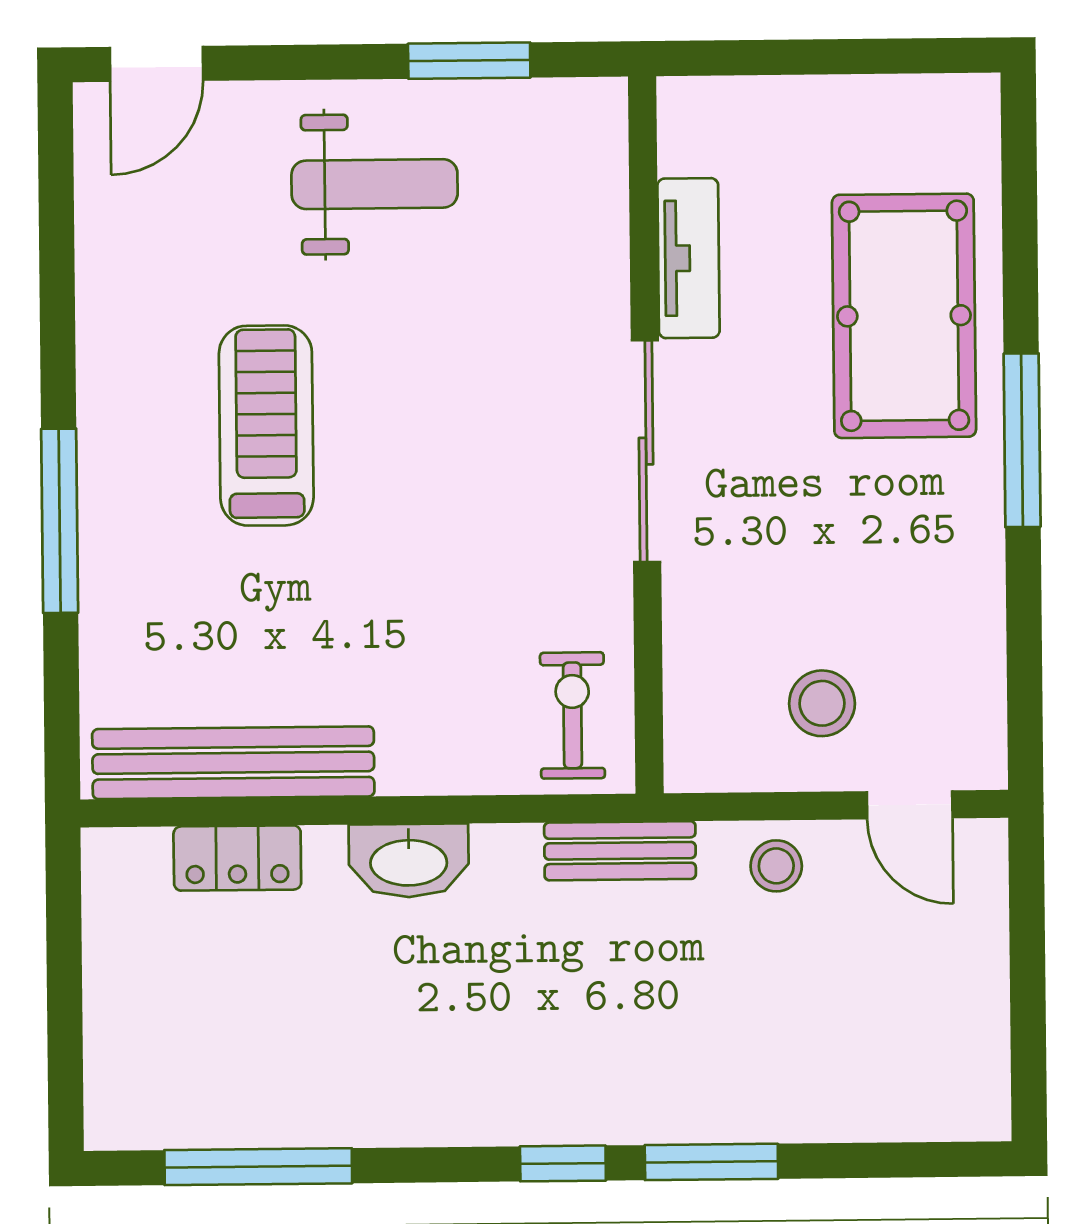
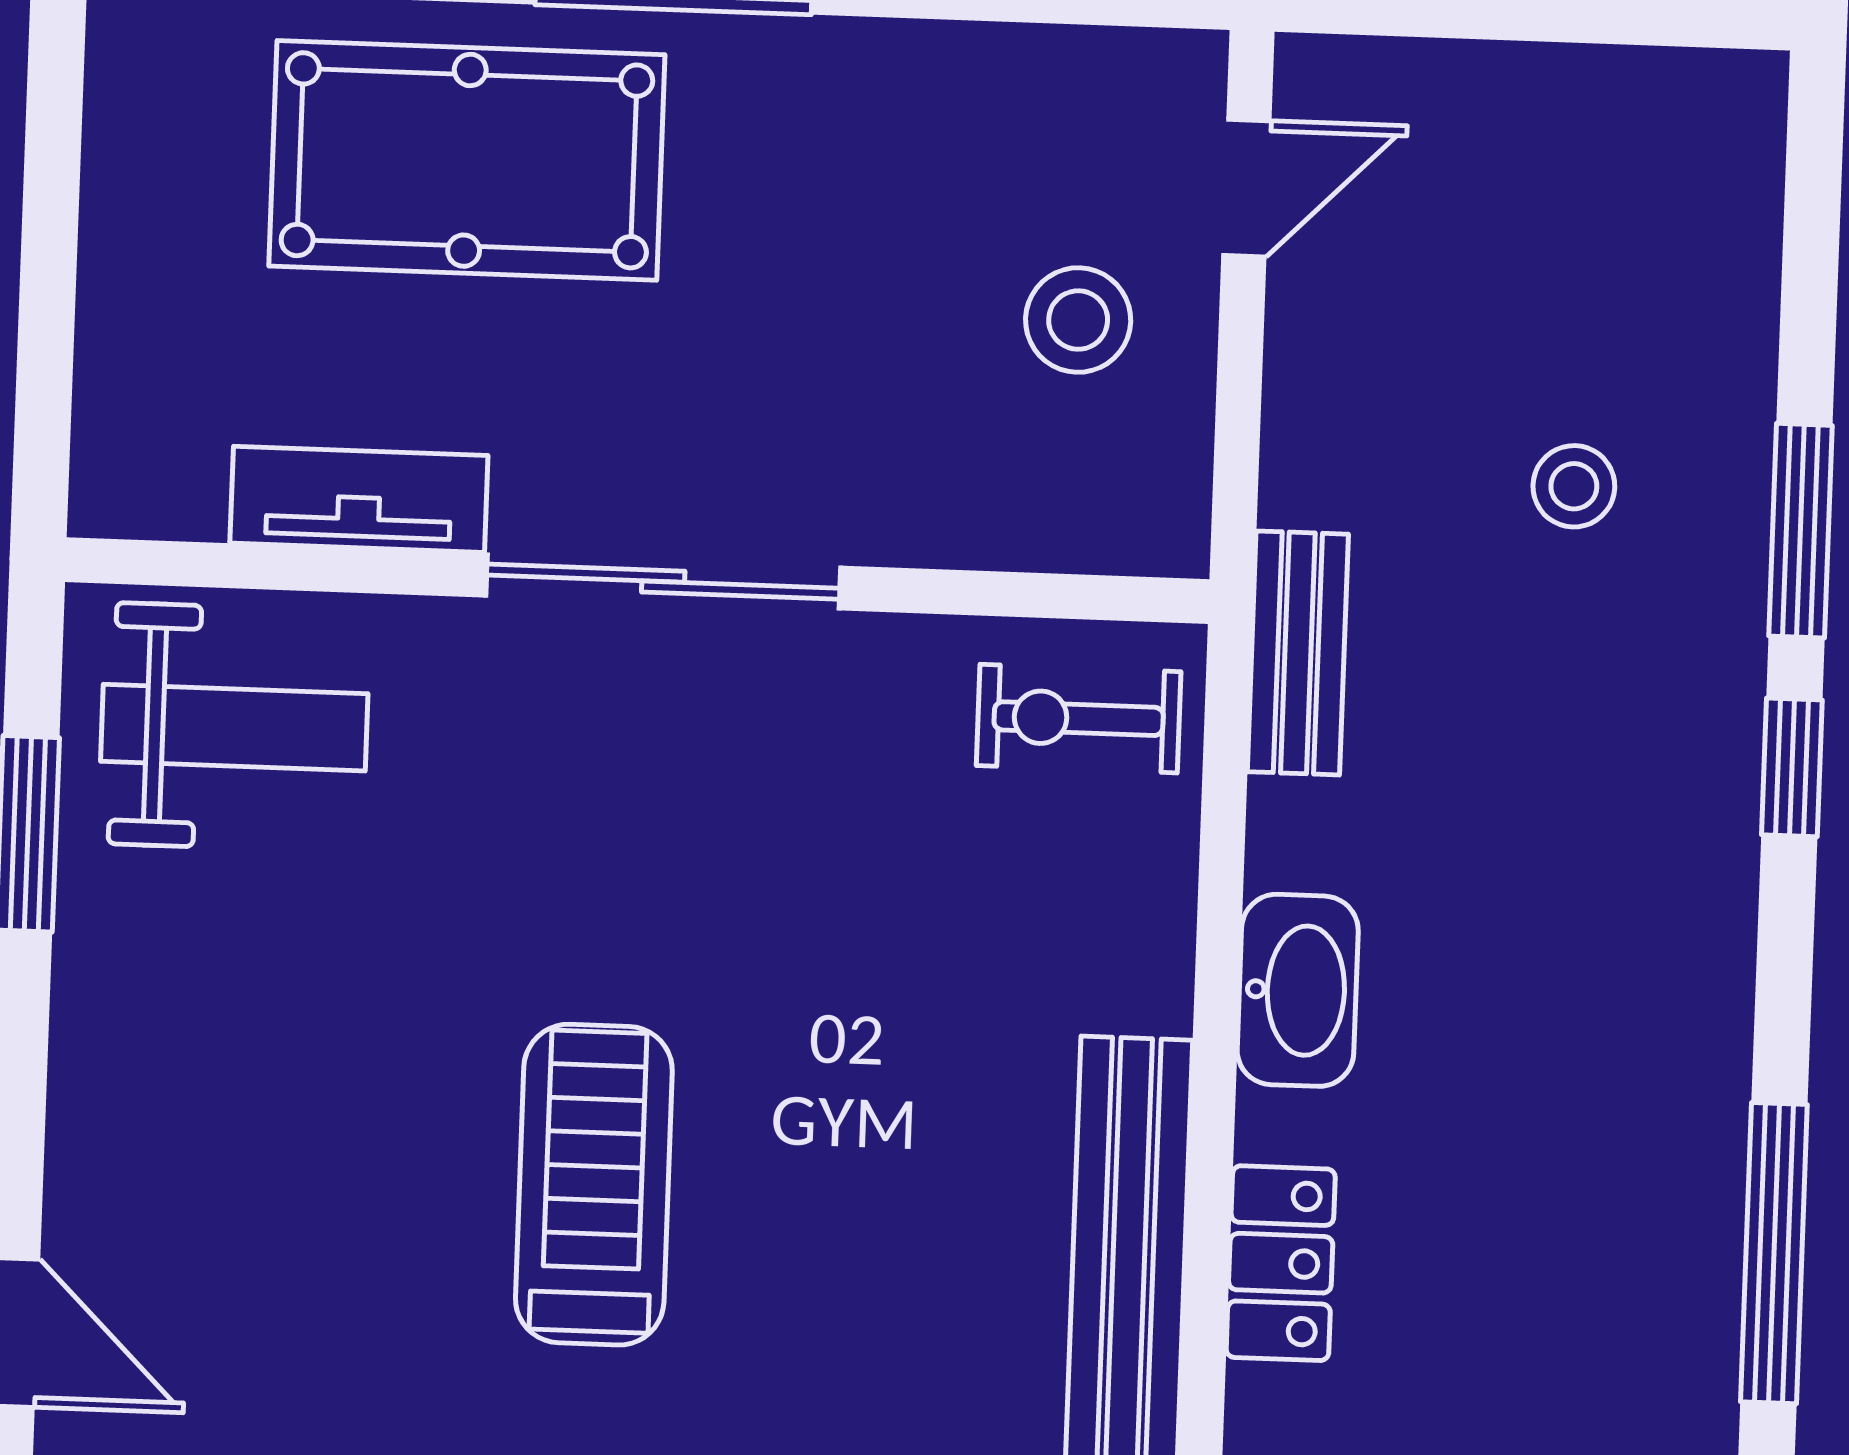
weight bench: (375, 184) -> (234, 728), moved, turned 90
treadmill: (266, 426) -> (594, 1185), turned 90
stool: (776, 866) -> (1574, 486), moved

